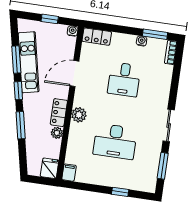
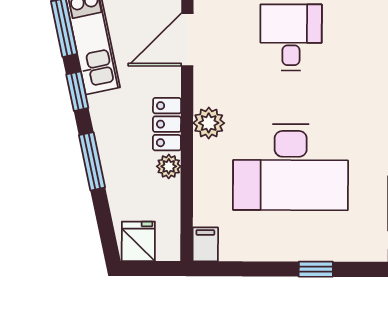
desk: (124, 80) -> (291, 37), turned 180
desk: (115, 141) -> (291, 167), width x1.36, depth x1.30
fridge: (50, 168) -> (138, 241), moved

